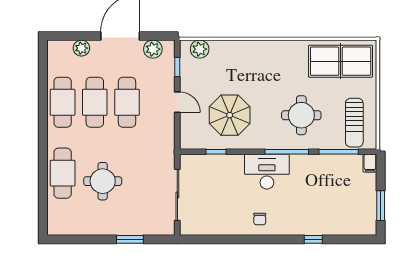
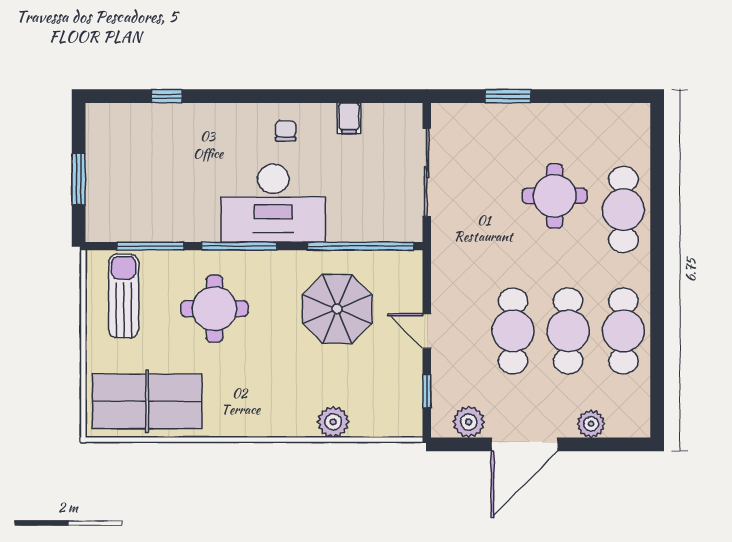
plant: (200, 49) -> (333, 422), moved
window: (216, 152) -> (361, 246), width x3.17
filing cabinet: (370, 163) -> (349, 118), moved, turned 180
desk: (267, 172) -> (273, 203), width x1.36, depth x1.30
window: (381, 206) -> (79, 179), moved
window: (313, 239) -> (167, 96), moved

